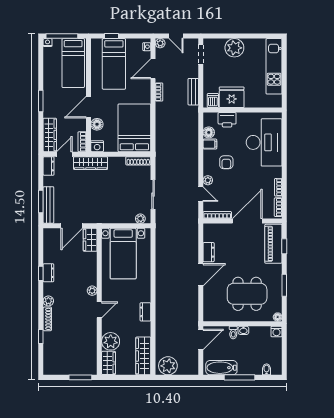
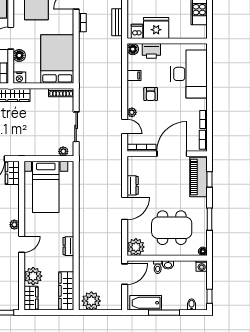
floor lamp: (209, 132) -> (133, 49), moved
plant: (212, 313) -> (136, 247), added
window: (284, 361) -> (210, 296), added

